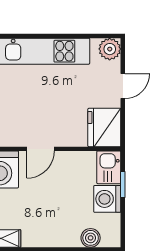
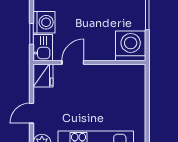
fridge: (104, 127) -> (43, 76), width x0.73, depth x0.75
door: (41, 149) -> (73, 63), moved

